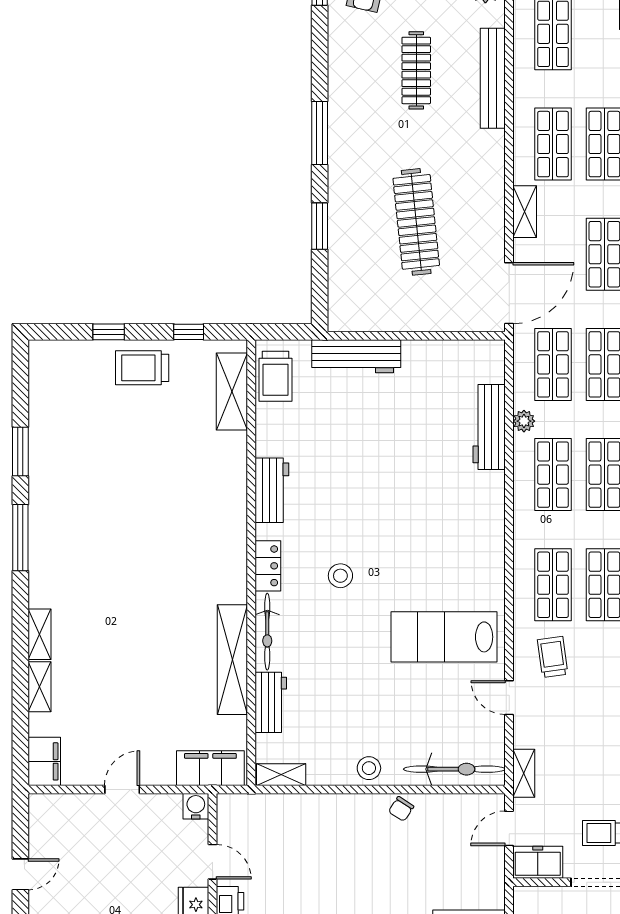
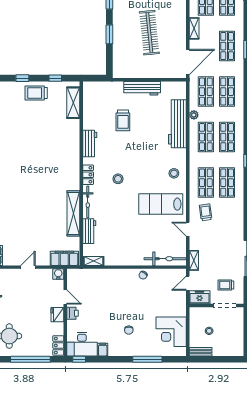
workbench: (356, 356) -> (142, 88), moved
trolley: (276, 376) -> (123, 120), moved
workbench: (489, 427) -> (177, 124), width x1.36, depth x1.32
stool: (369, 768) -> (174, 173), moved

